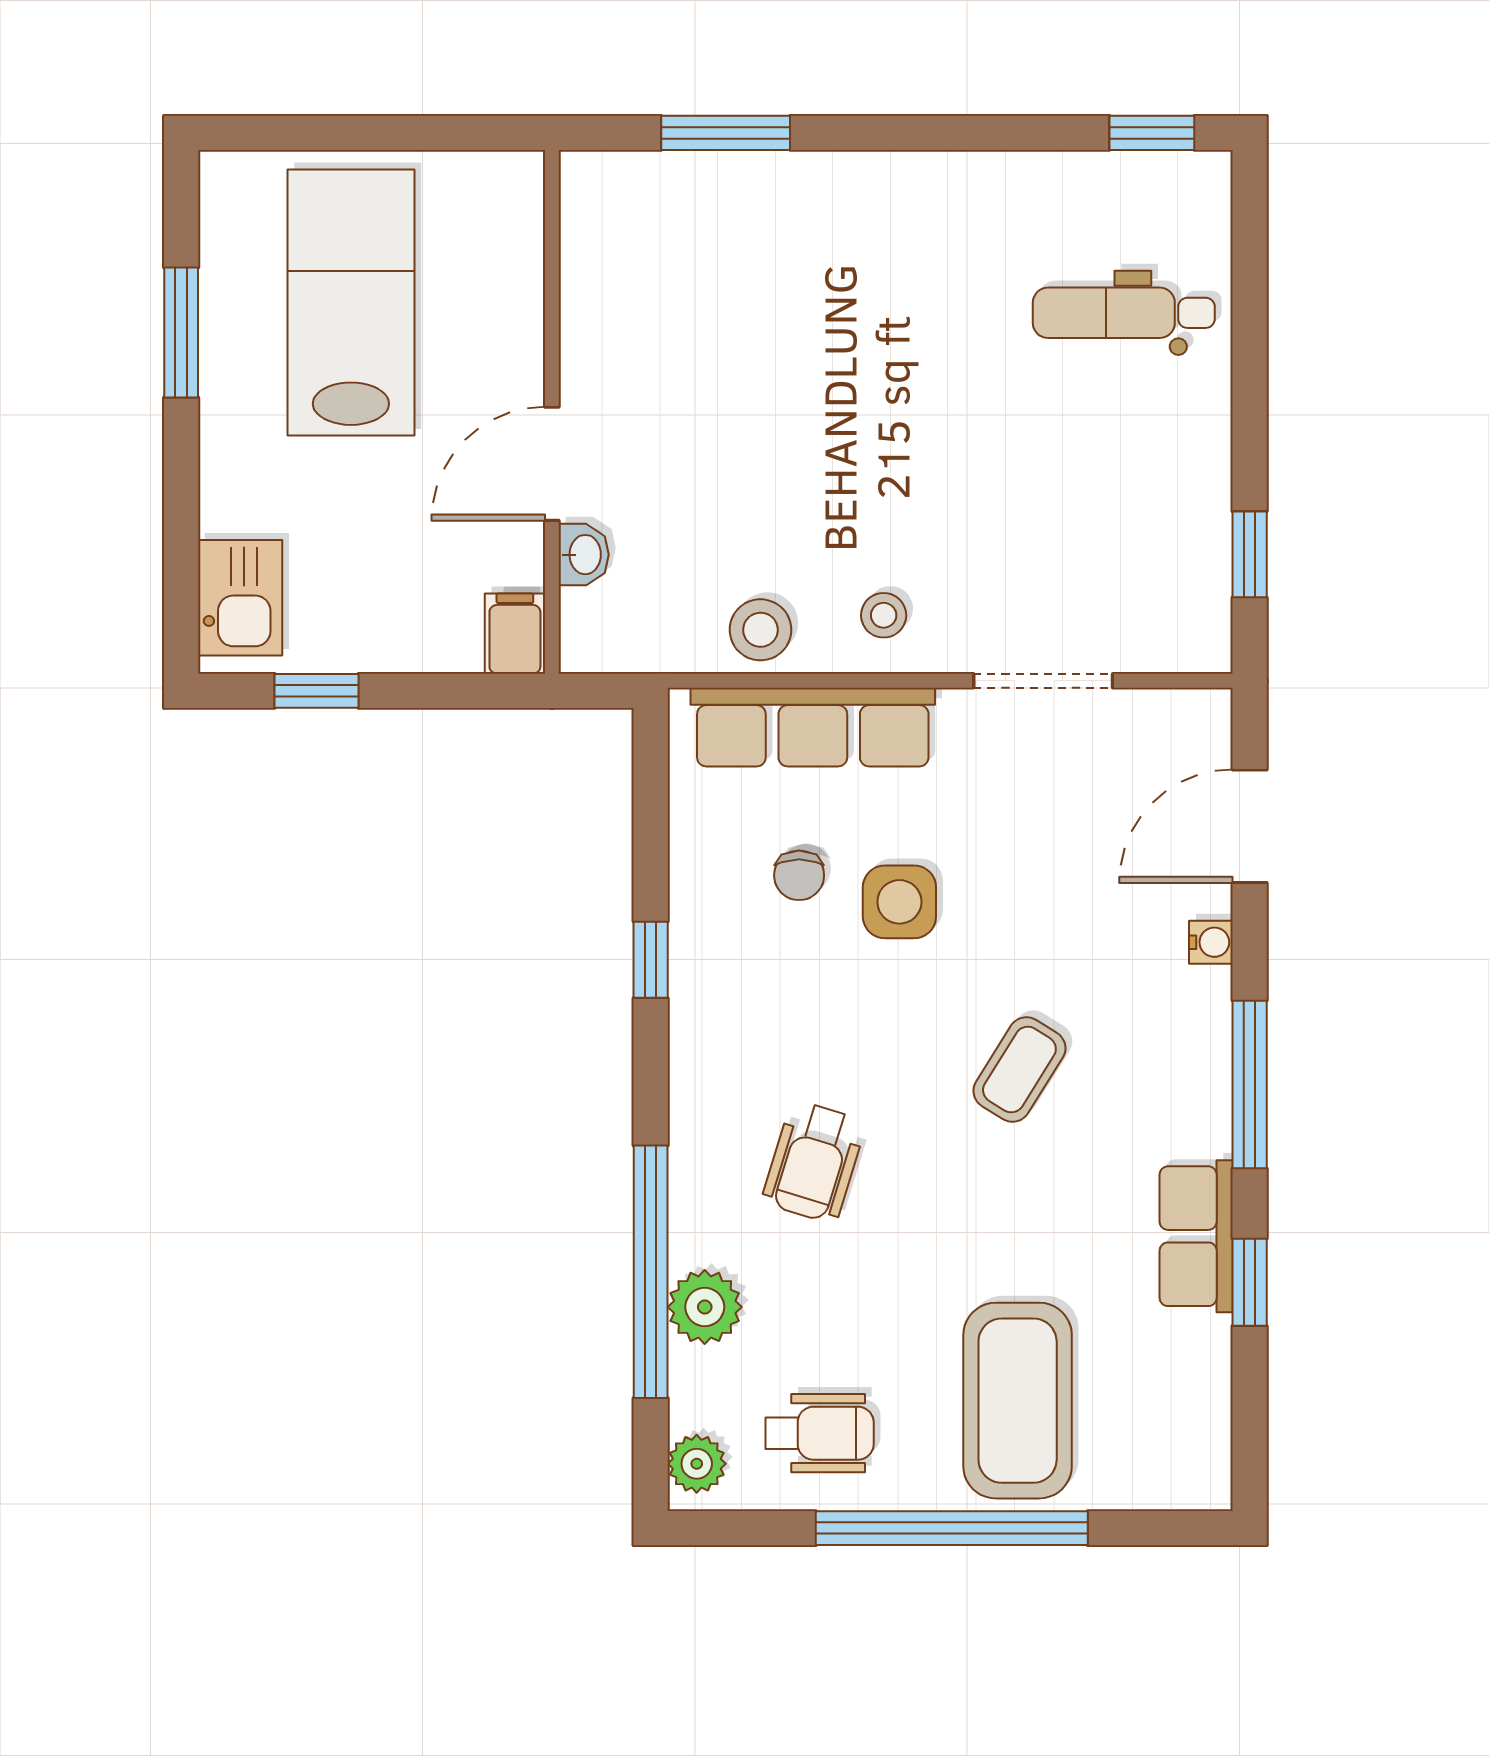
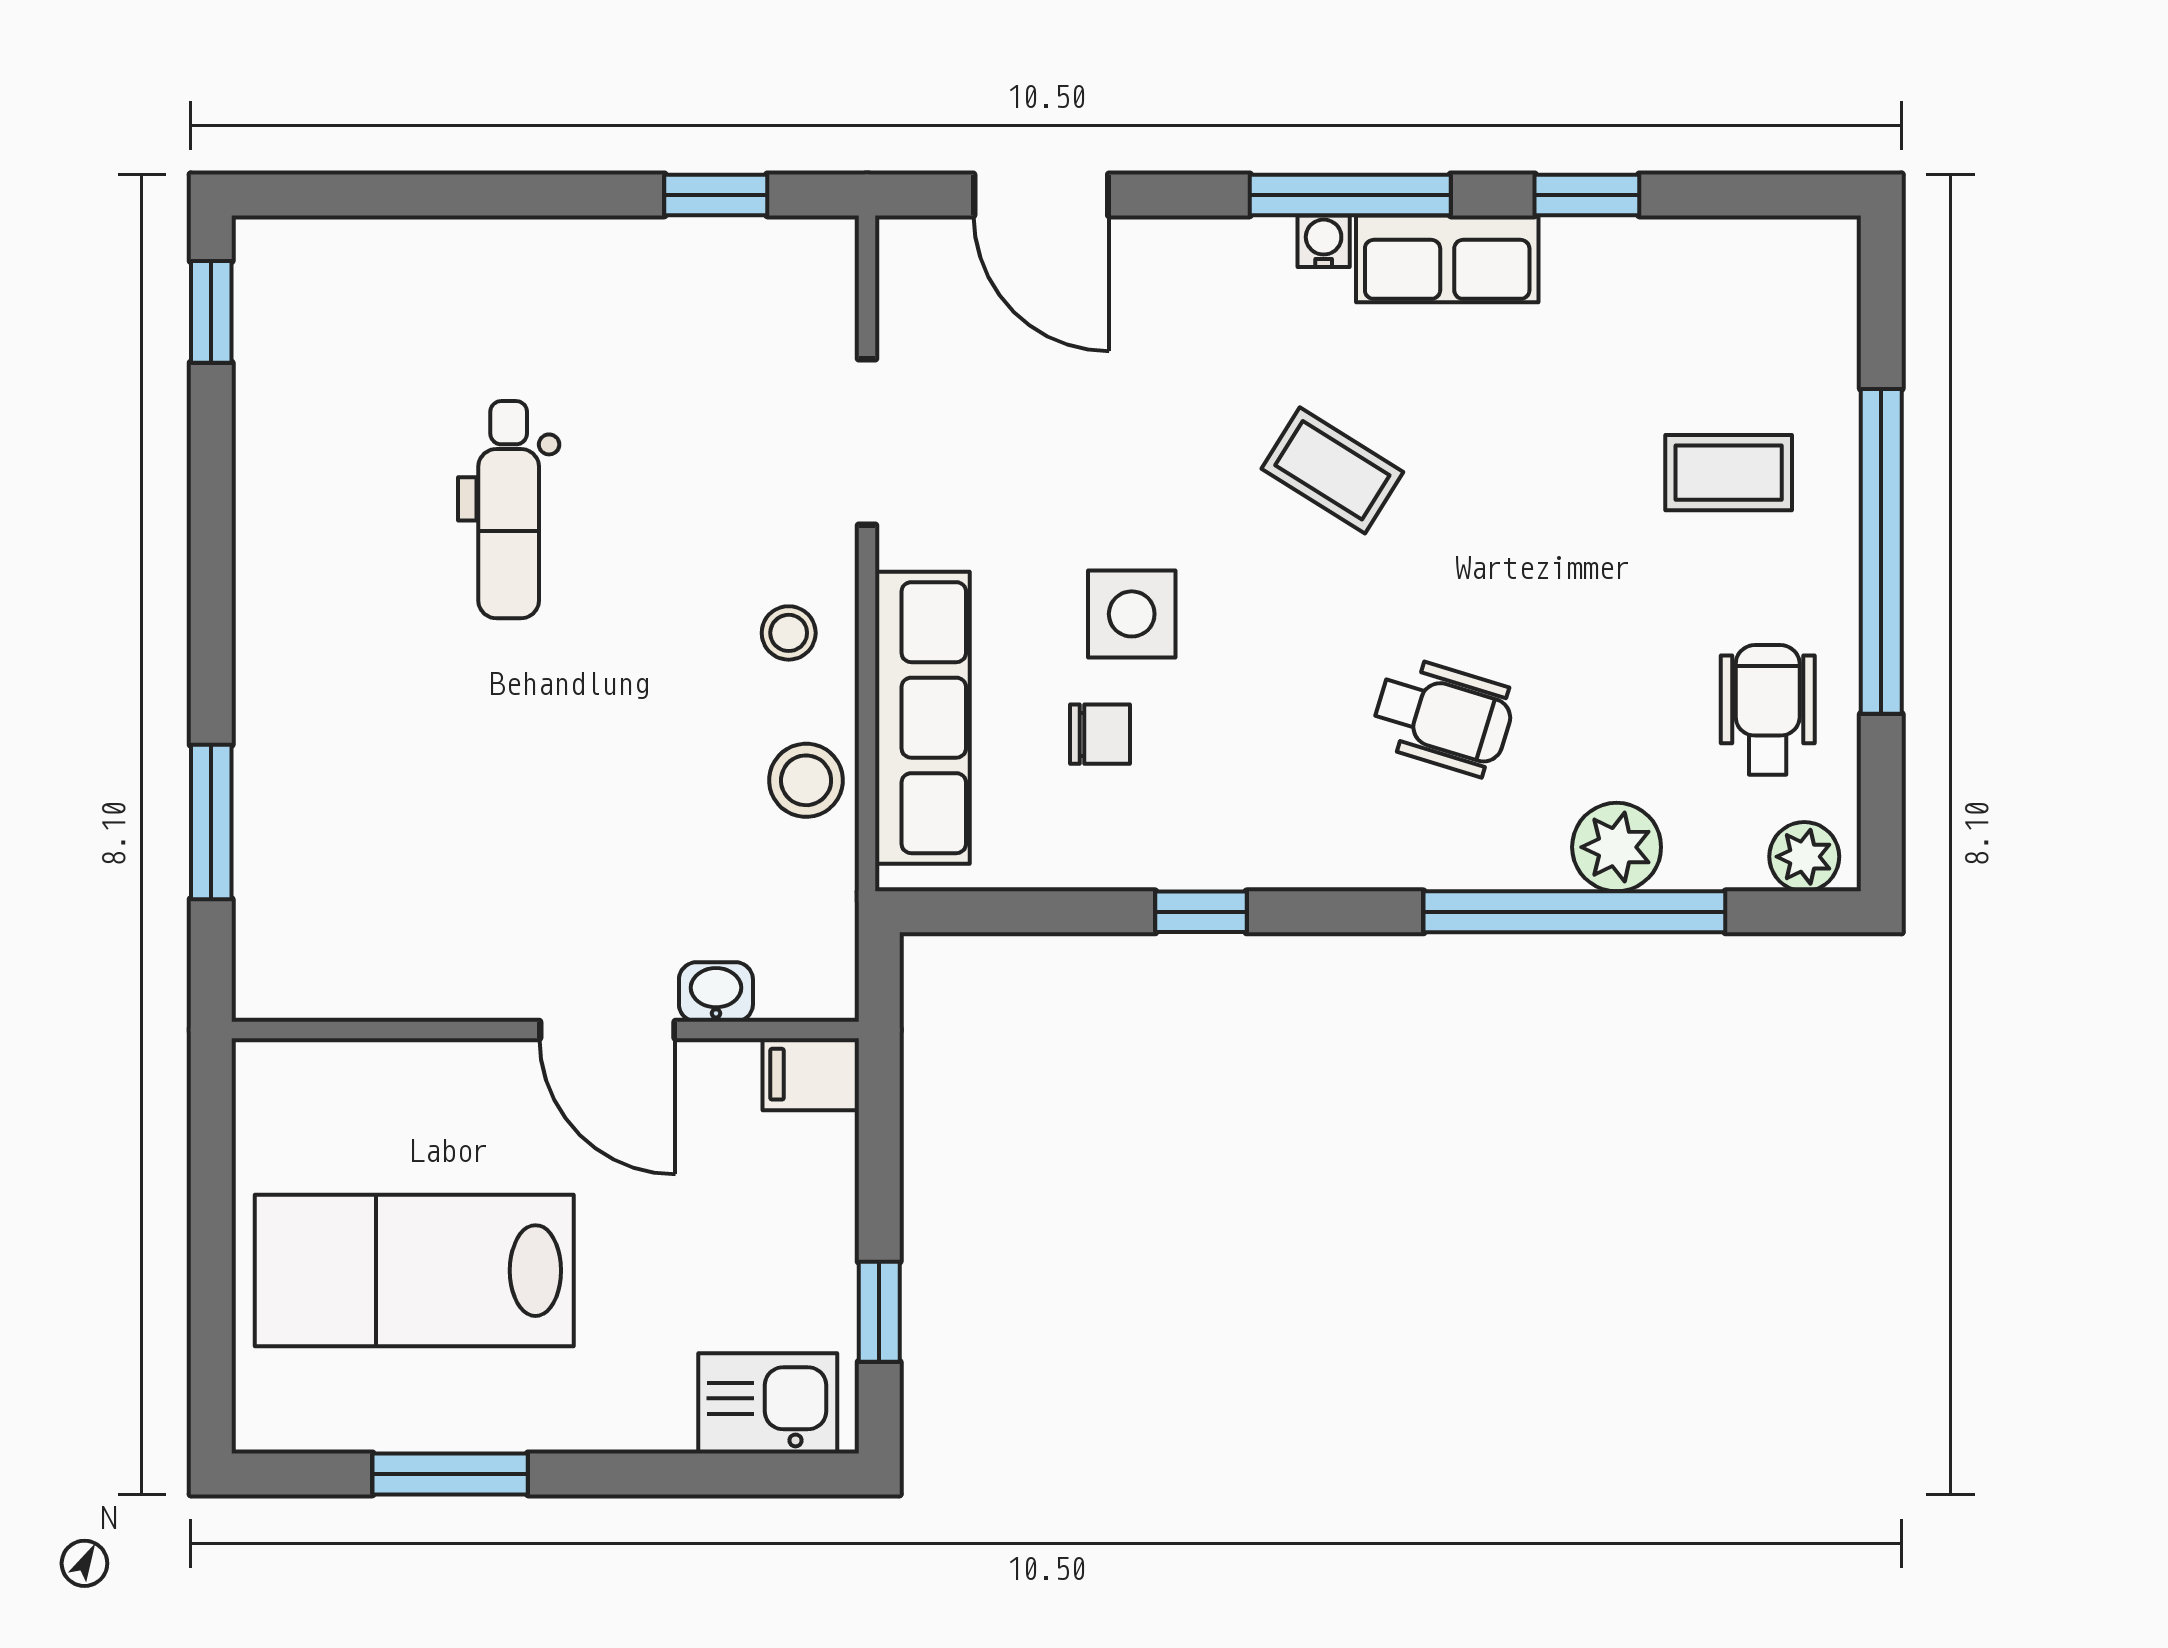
dental chair: (1124, 313) -> (509, 510), moved
water cooler: (1211, 942) -> (1324, 241), moved
row of seats: (1196, 1236) -> (1447, 259), moved
coffee table: (1018, 1401) -> (1729, 473), width x0.54, depth x0.58

